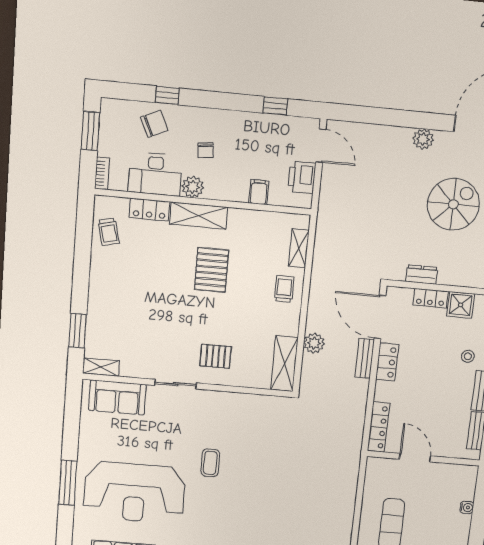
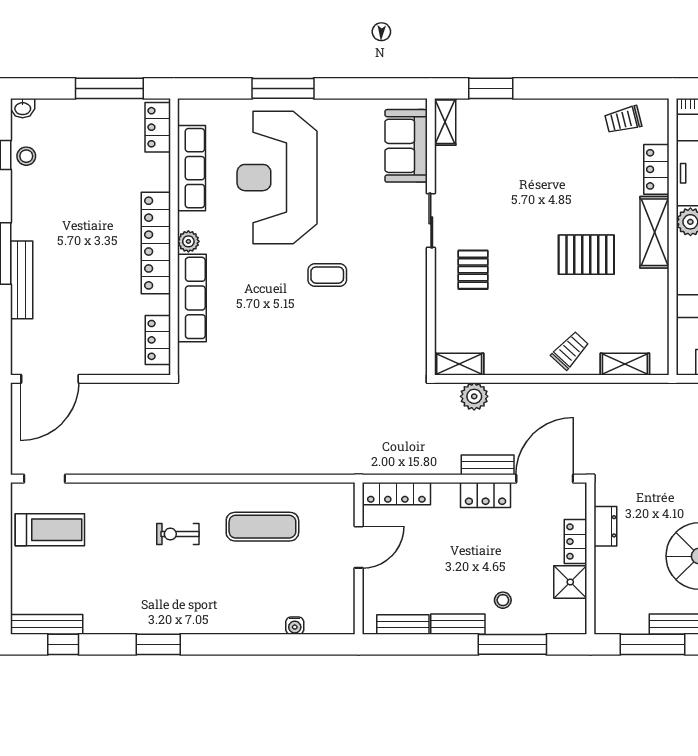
trolley: (284, 289) -> (570, 351), turned -47
plant: (314, 343) -> (474, 396), moved
shelving: (284, 364) -> (459, 364), width x0.67, depth x0.75

